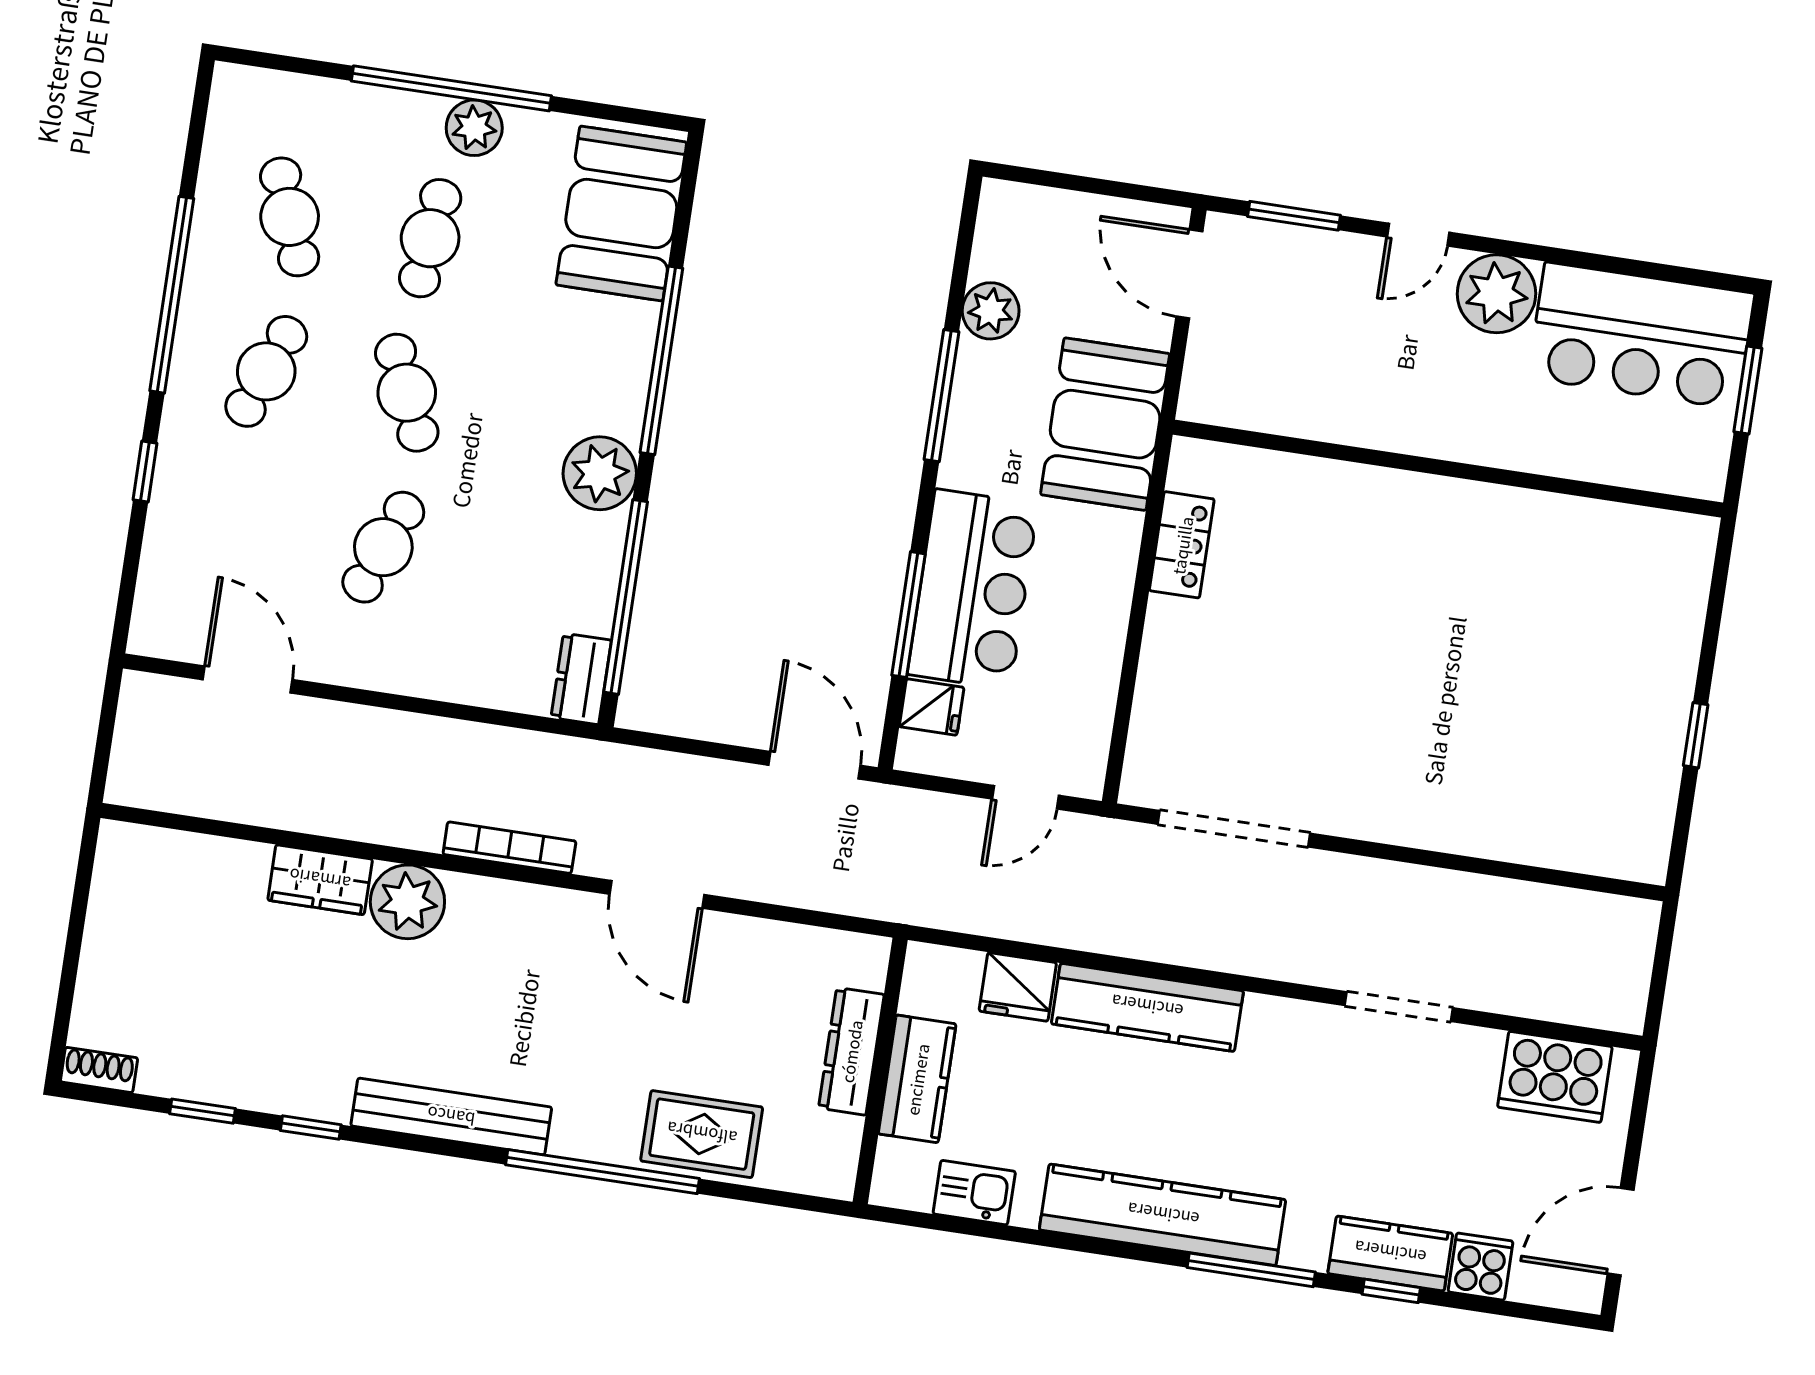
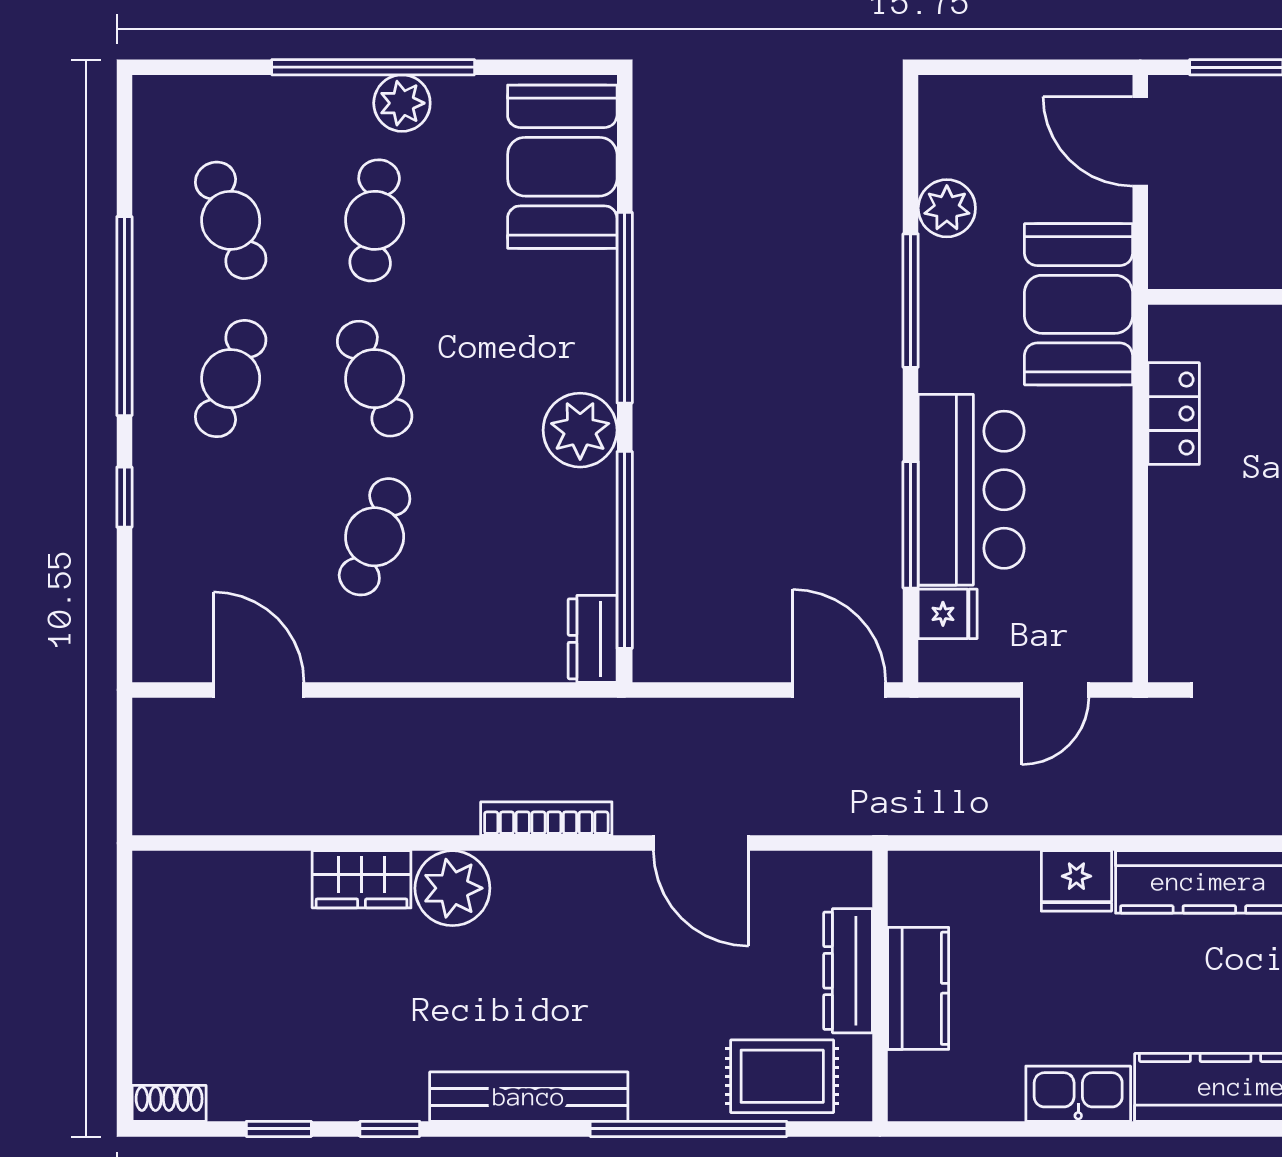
dresser: (851, 1051) -> (848, 971), moved
wall: (880, 1071) -> (880, 986), moved
kitchen counter: (917, 1079) -> (918, 988), moved
kitchen sink: (974, 1193) -> (1078, 1094), width x1.38

